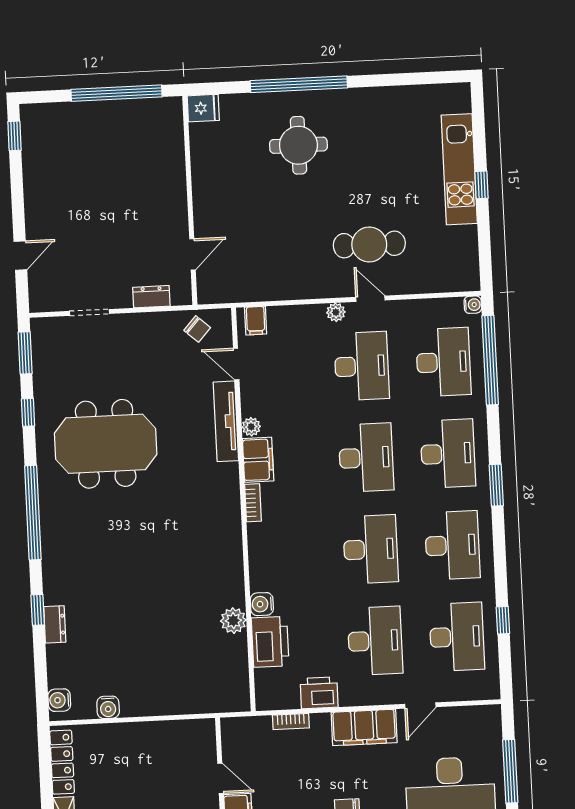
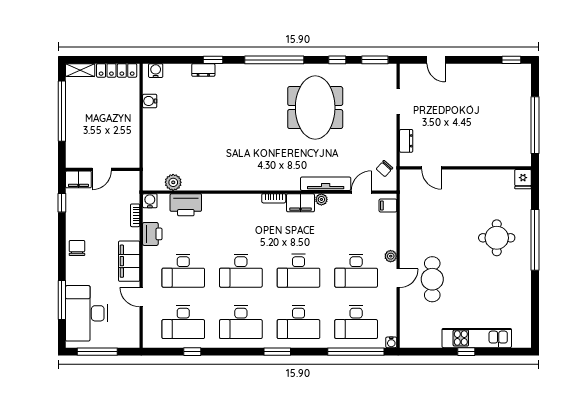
water cooler: (262, 604) -> (150, 201), moved
plant: (233, 621) -> (173, 182), moved

